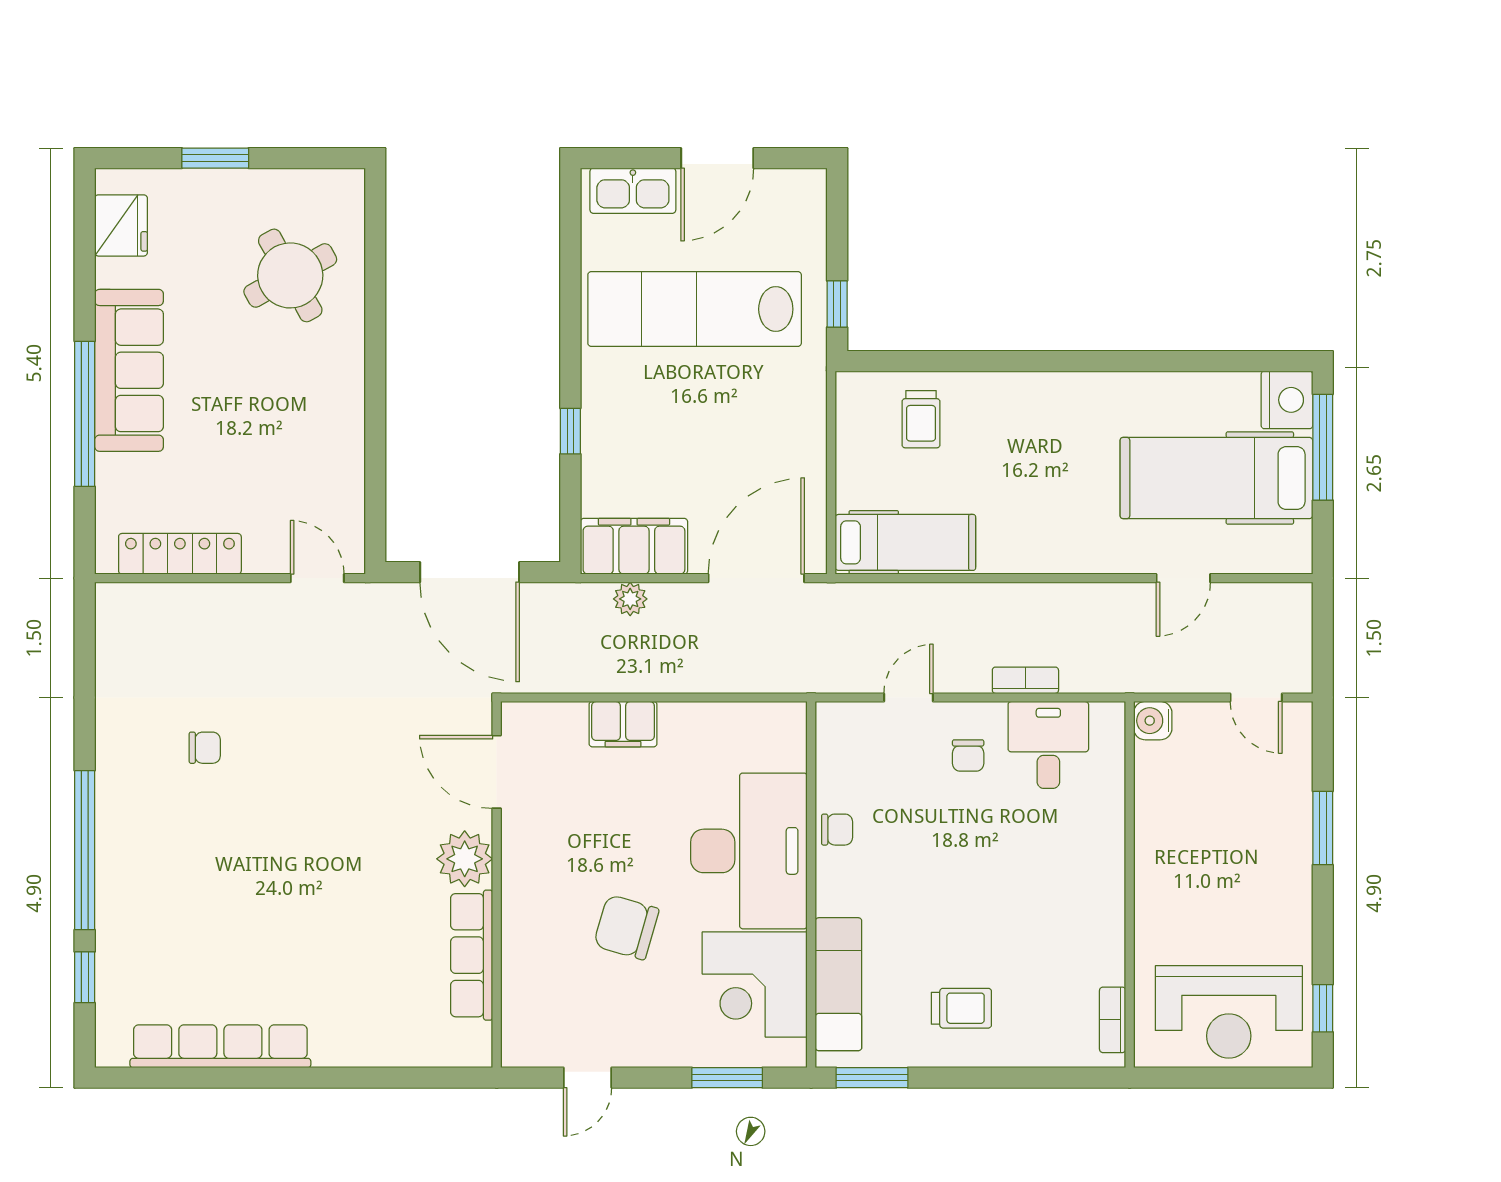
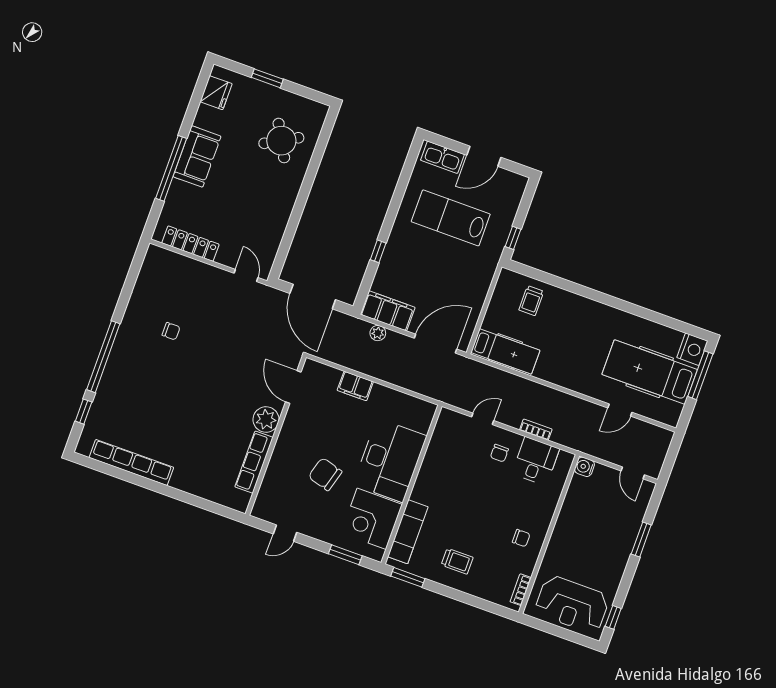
lab bench: (695, 309) -> (451, 218), width x0.73
sofa: (129, 370) -> (197, 156), width x0.73
chair: (837, 830) -> (521, 538), moved

